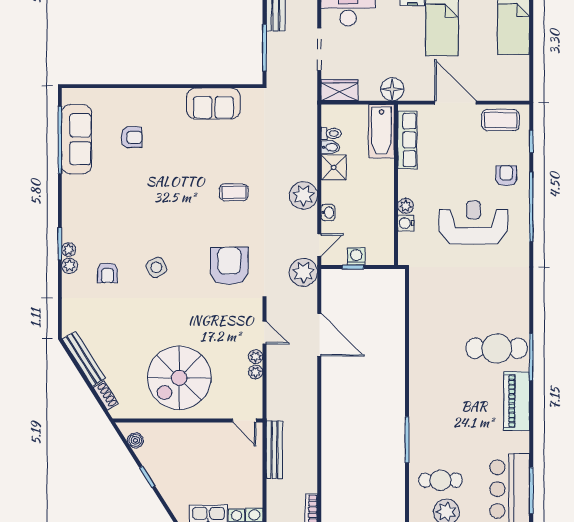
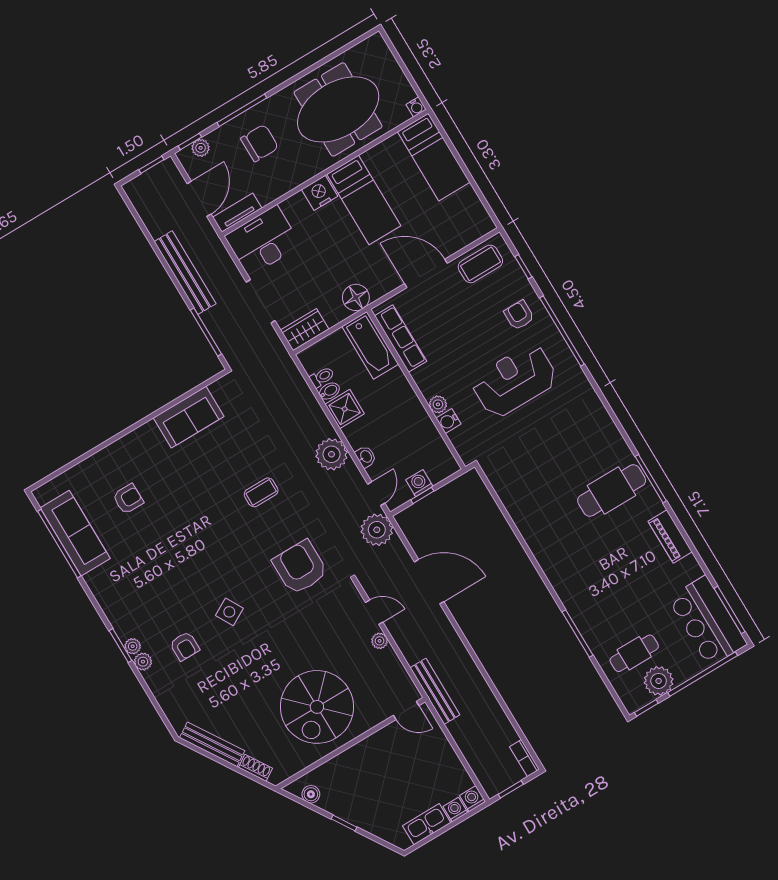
plant: (256, 372) -> (389, 656), removed
piano: (517, 401) -> (670, 536), width x0.73, depth x0.75
bench: (274, 450) -> (435, 691), moved

